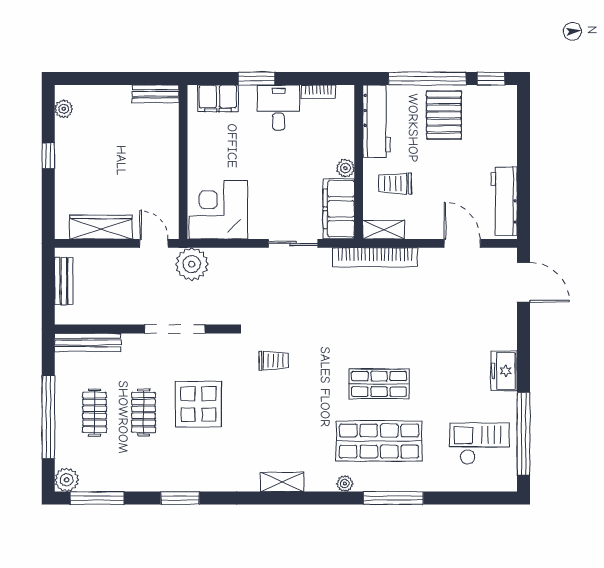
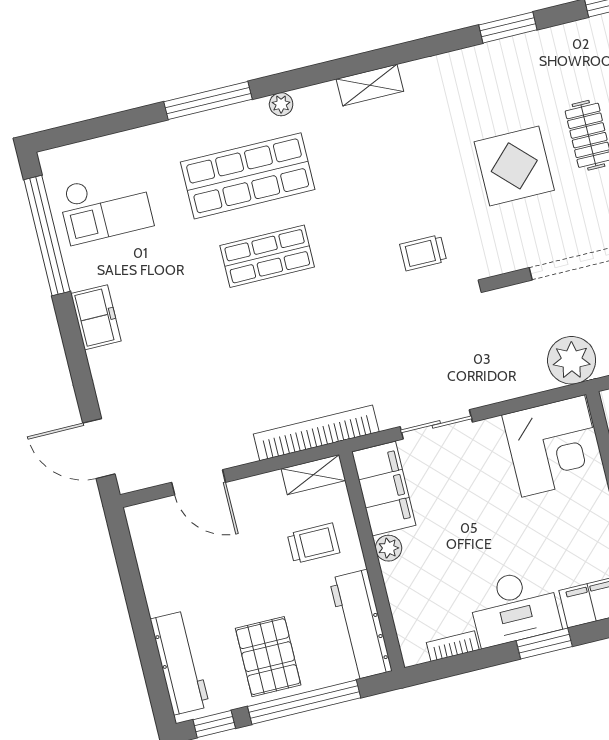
desk: (278, 108) -> (514, 607), width x1.37
workbench: (504, 201) -> (180, 663), moved

